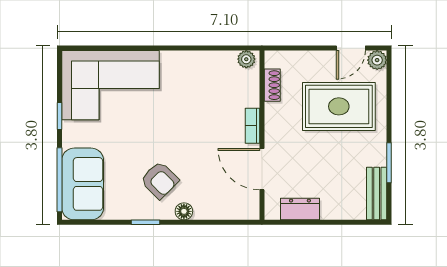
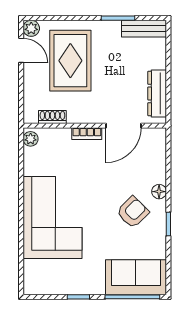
corner sofa: (110, 85) -> (52, 217), moved
dresser: (300, 209) -> (157, 93), width x1.44

